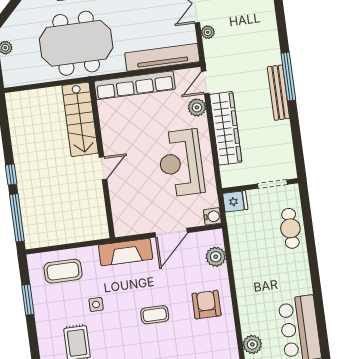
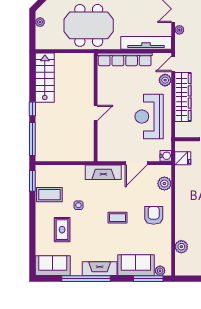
stairs: (80, 119) -> (45, 78), moved, turned 180
fridge: (235, 201) -> (183, 158), moved
coffee table: (63, 271) -> (49, 195), moved
window: (28, 300) -> (32, 181), moved

